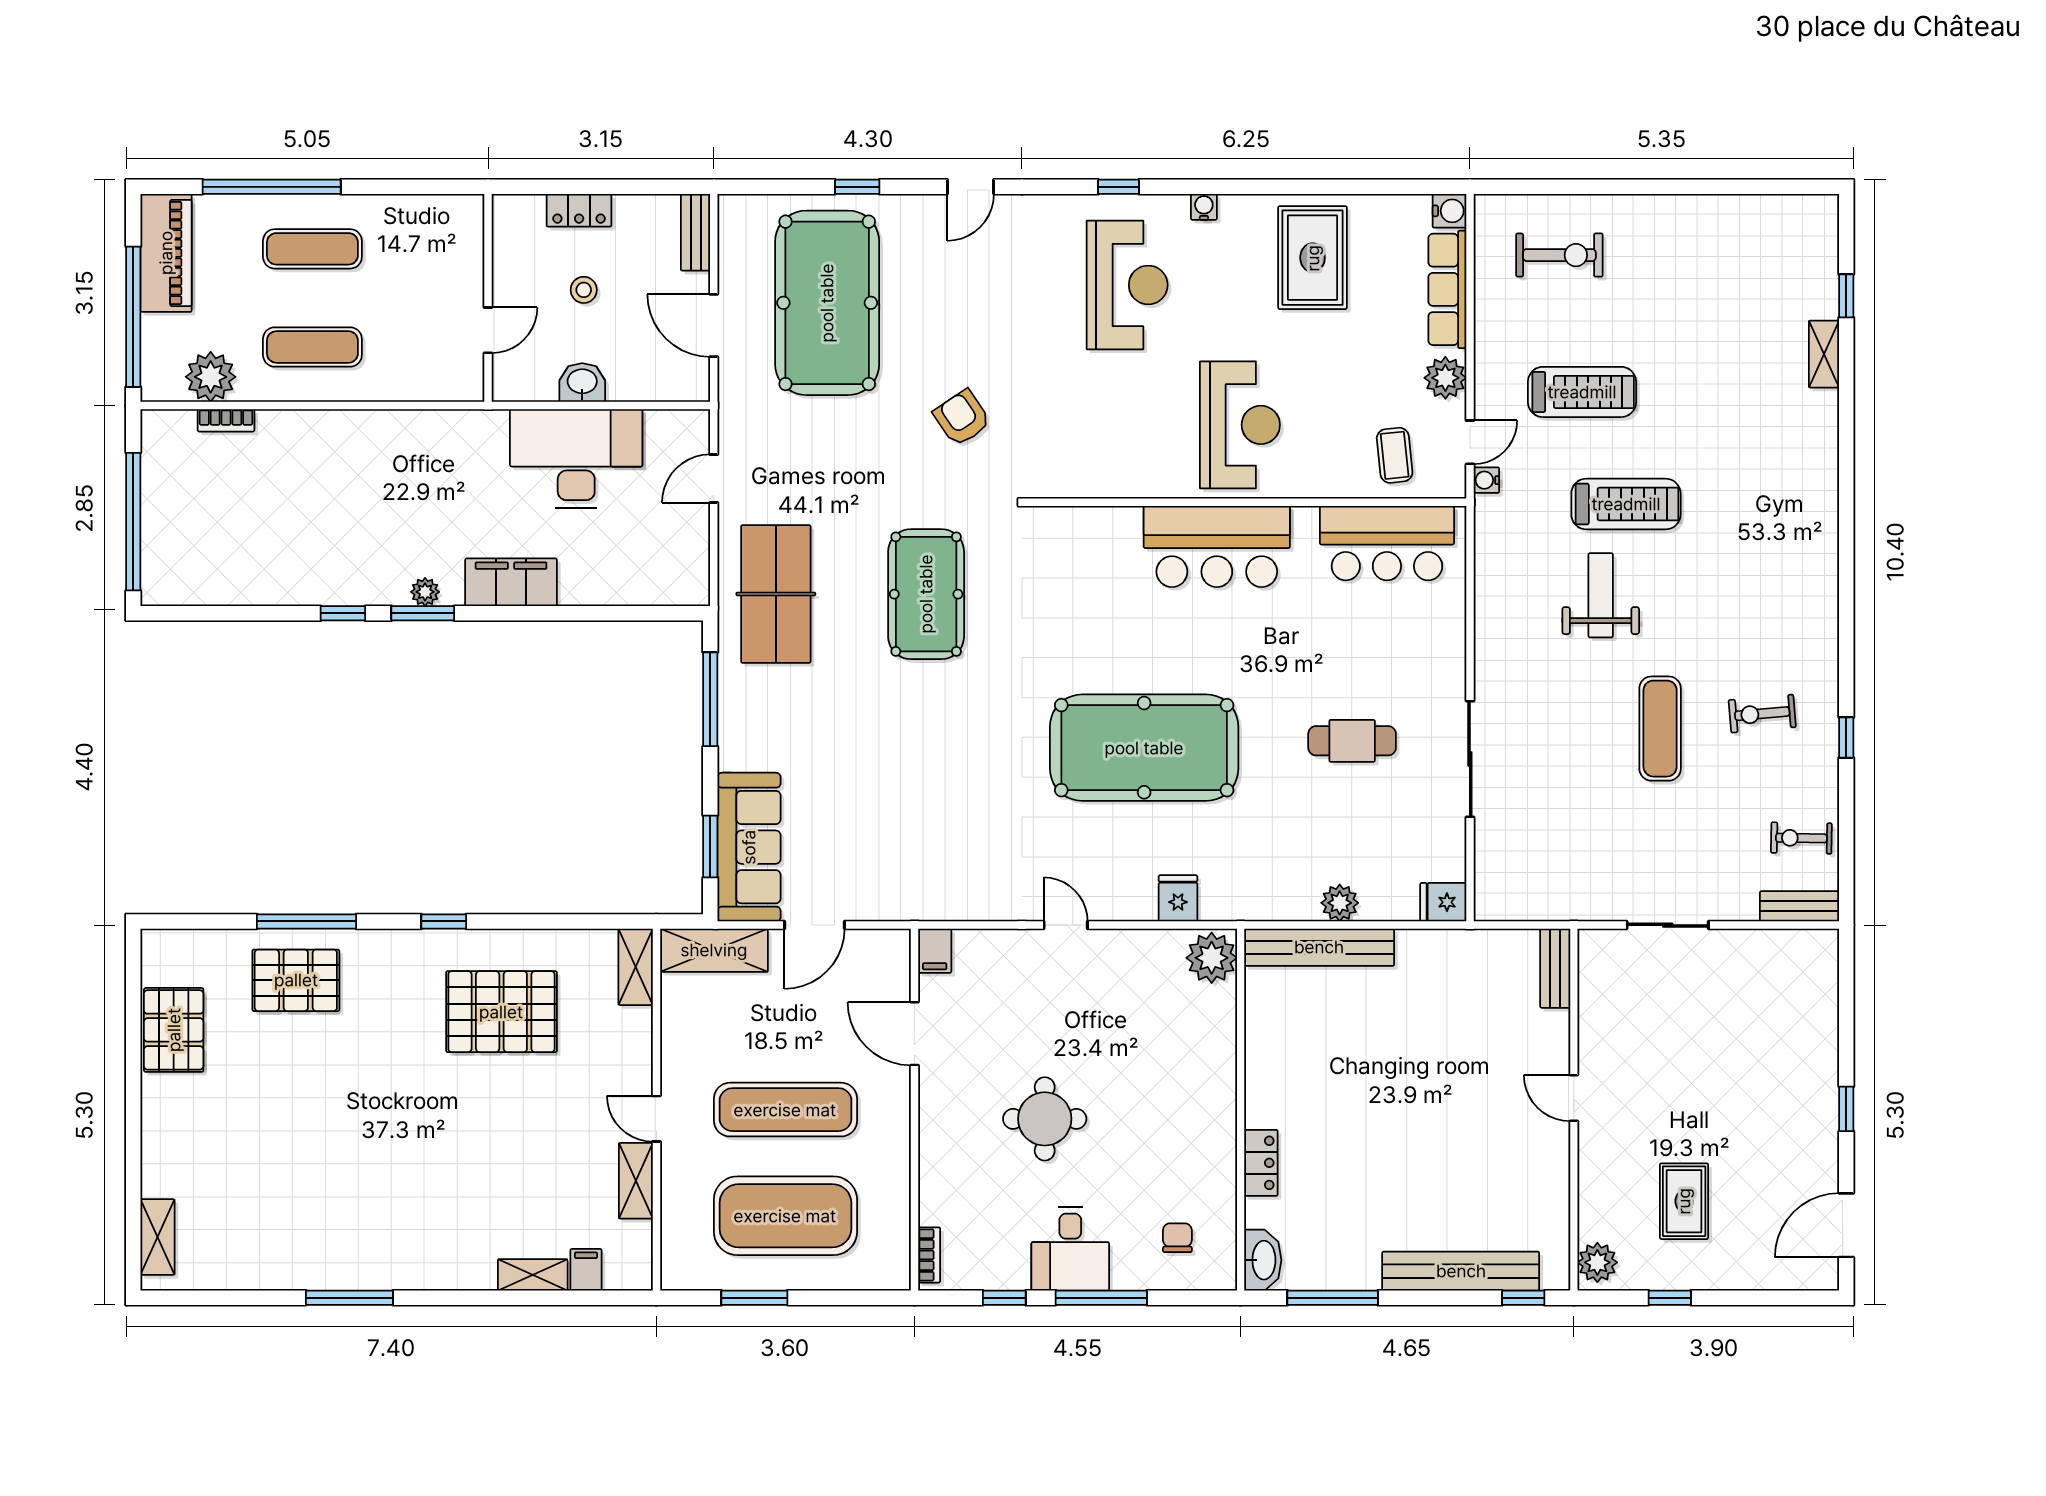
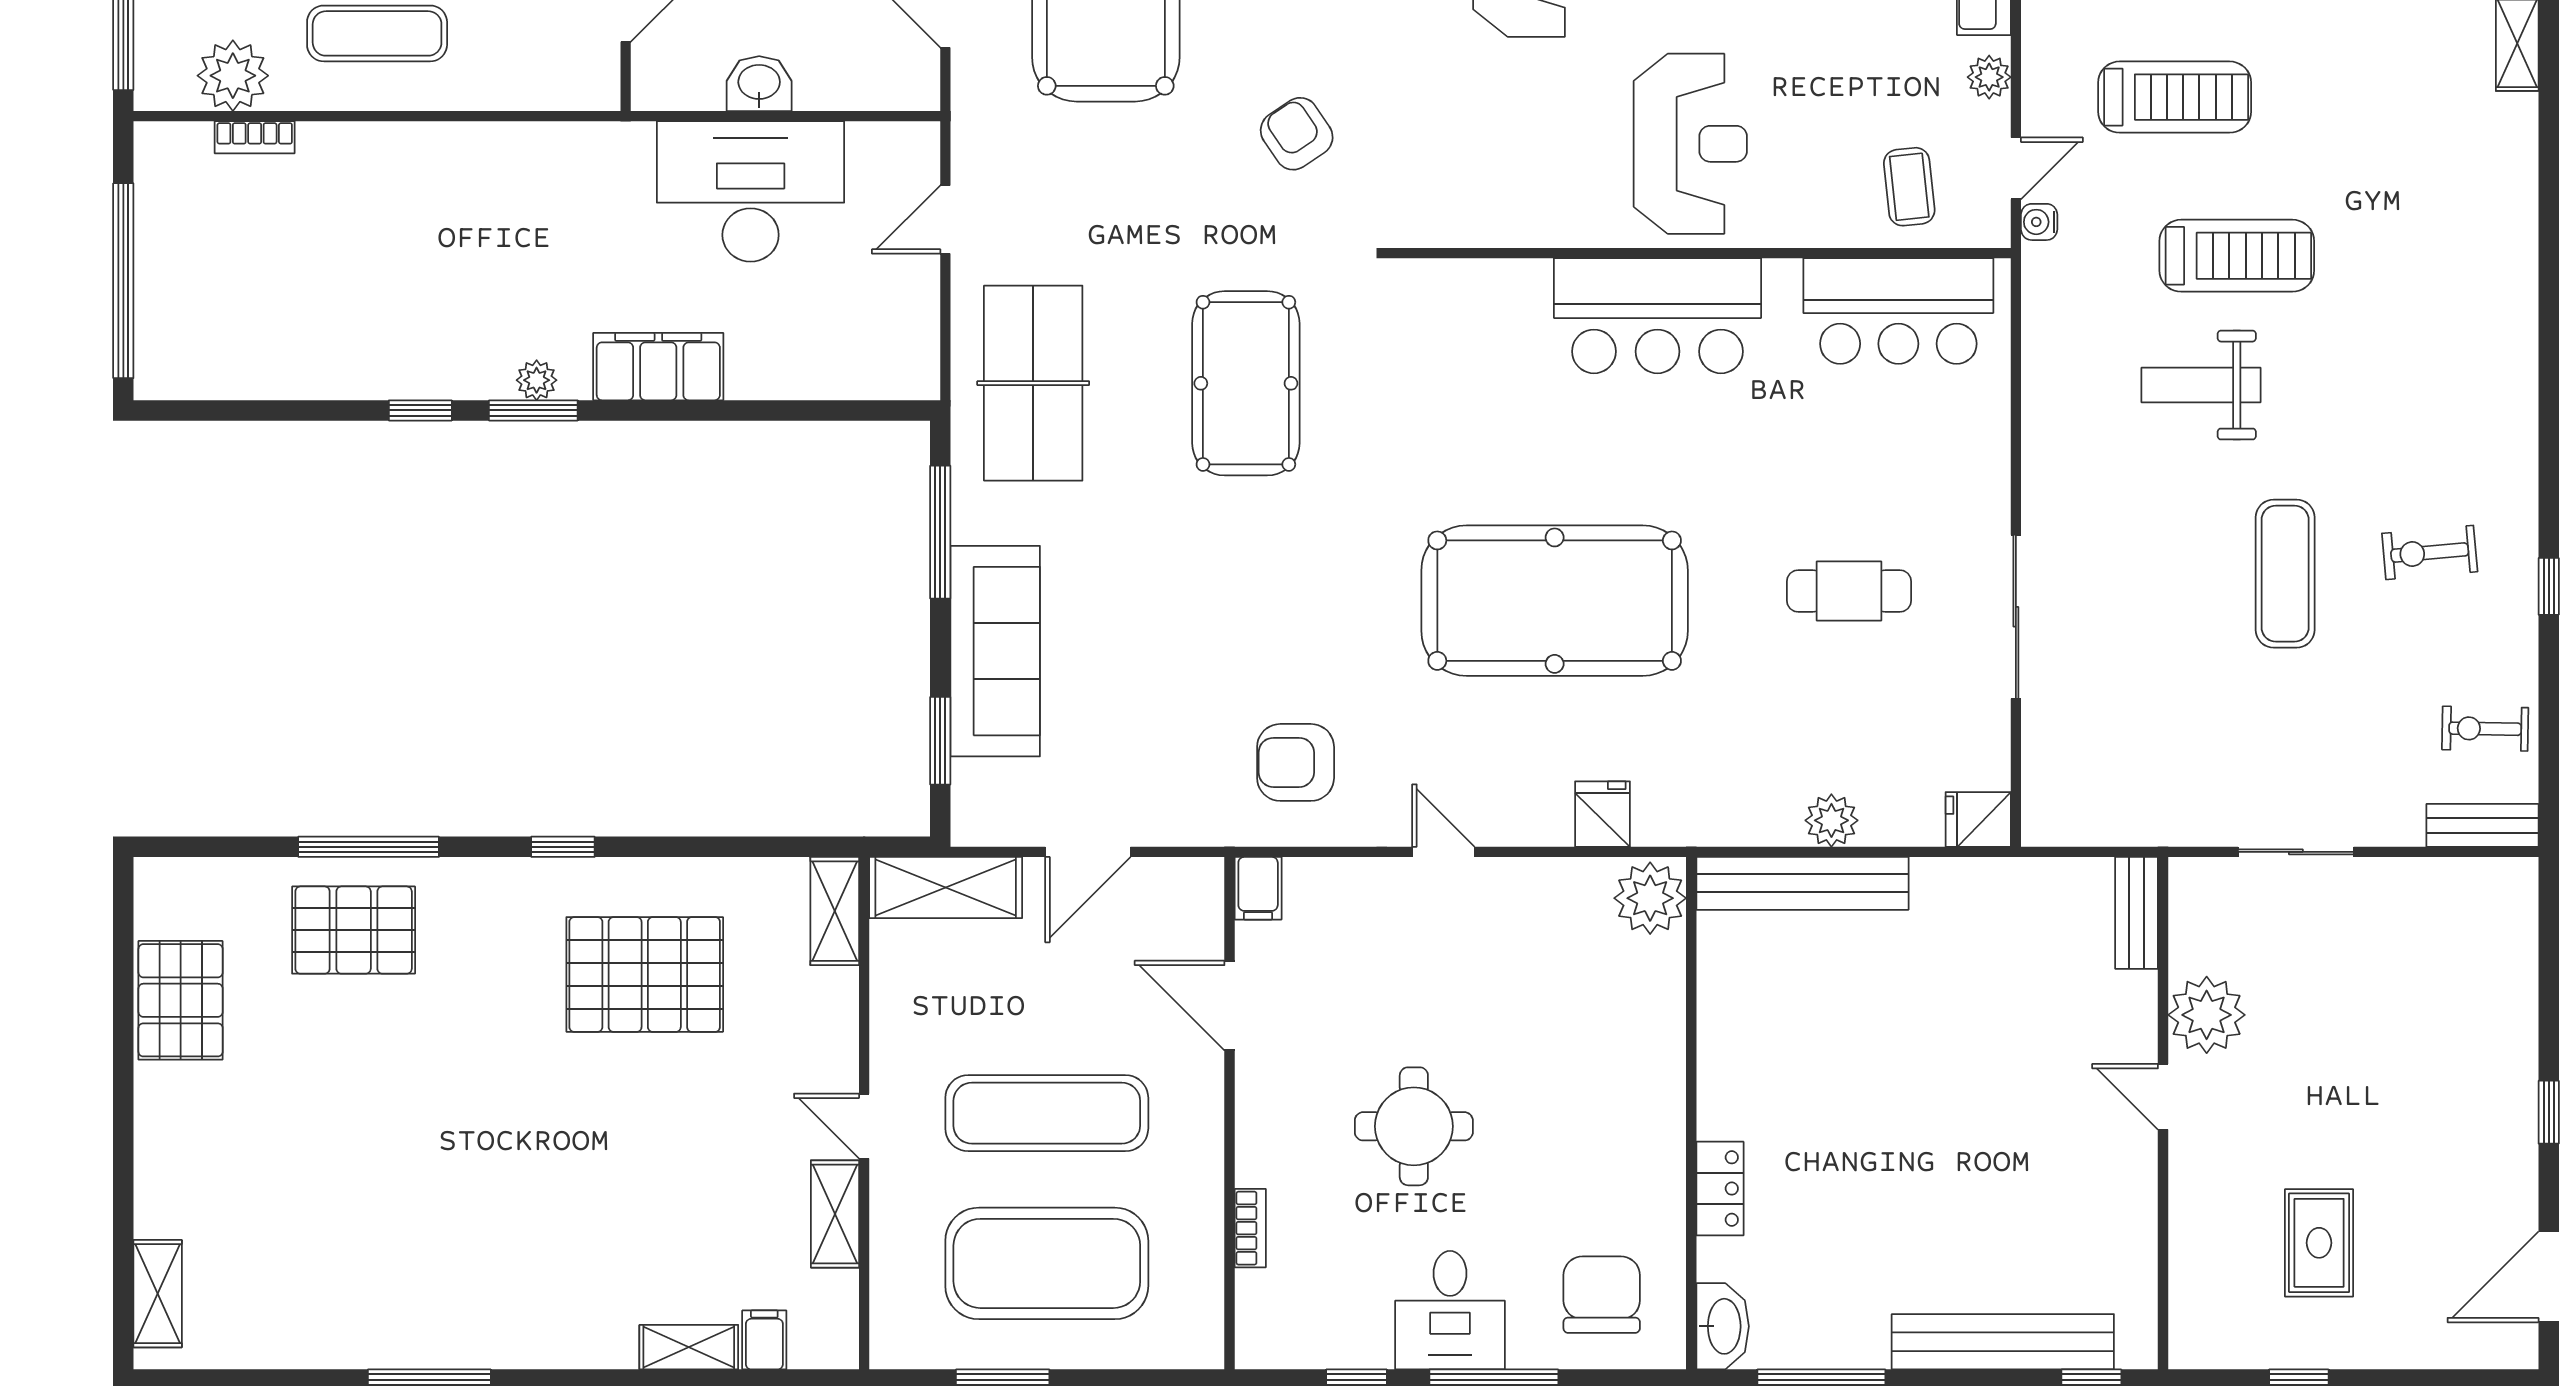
plant: (1445, 378) -> (1989, 77), width x0.73, depth x0.73
weight bench: (1601, 595) -> (2201, 385), turned -90
sofa: (749, 847) -> (995, 651), moved
armchair: (961, 862) -> (1296, 762), added
chair: (1177, 1238) -> (1602, 1295), width x1.87, depth x1.87
bookcase: (929, 1255) -> (1250, 1228), moved
plant: (1597, 1262) -> (2207, 1015), moved, width x1.36, depth x1.36

